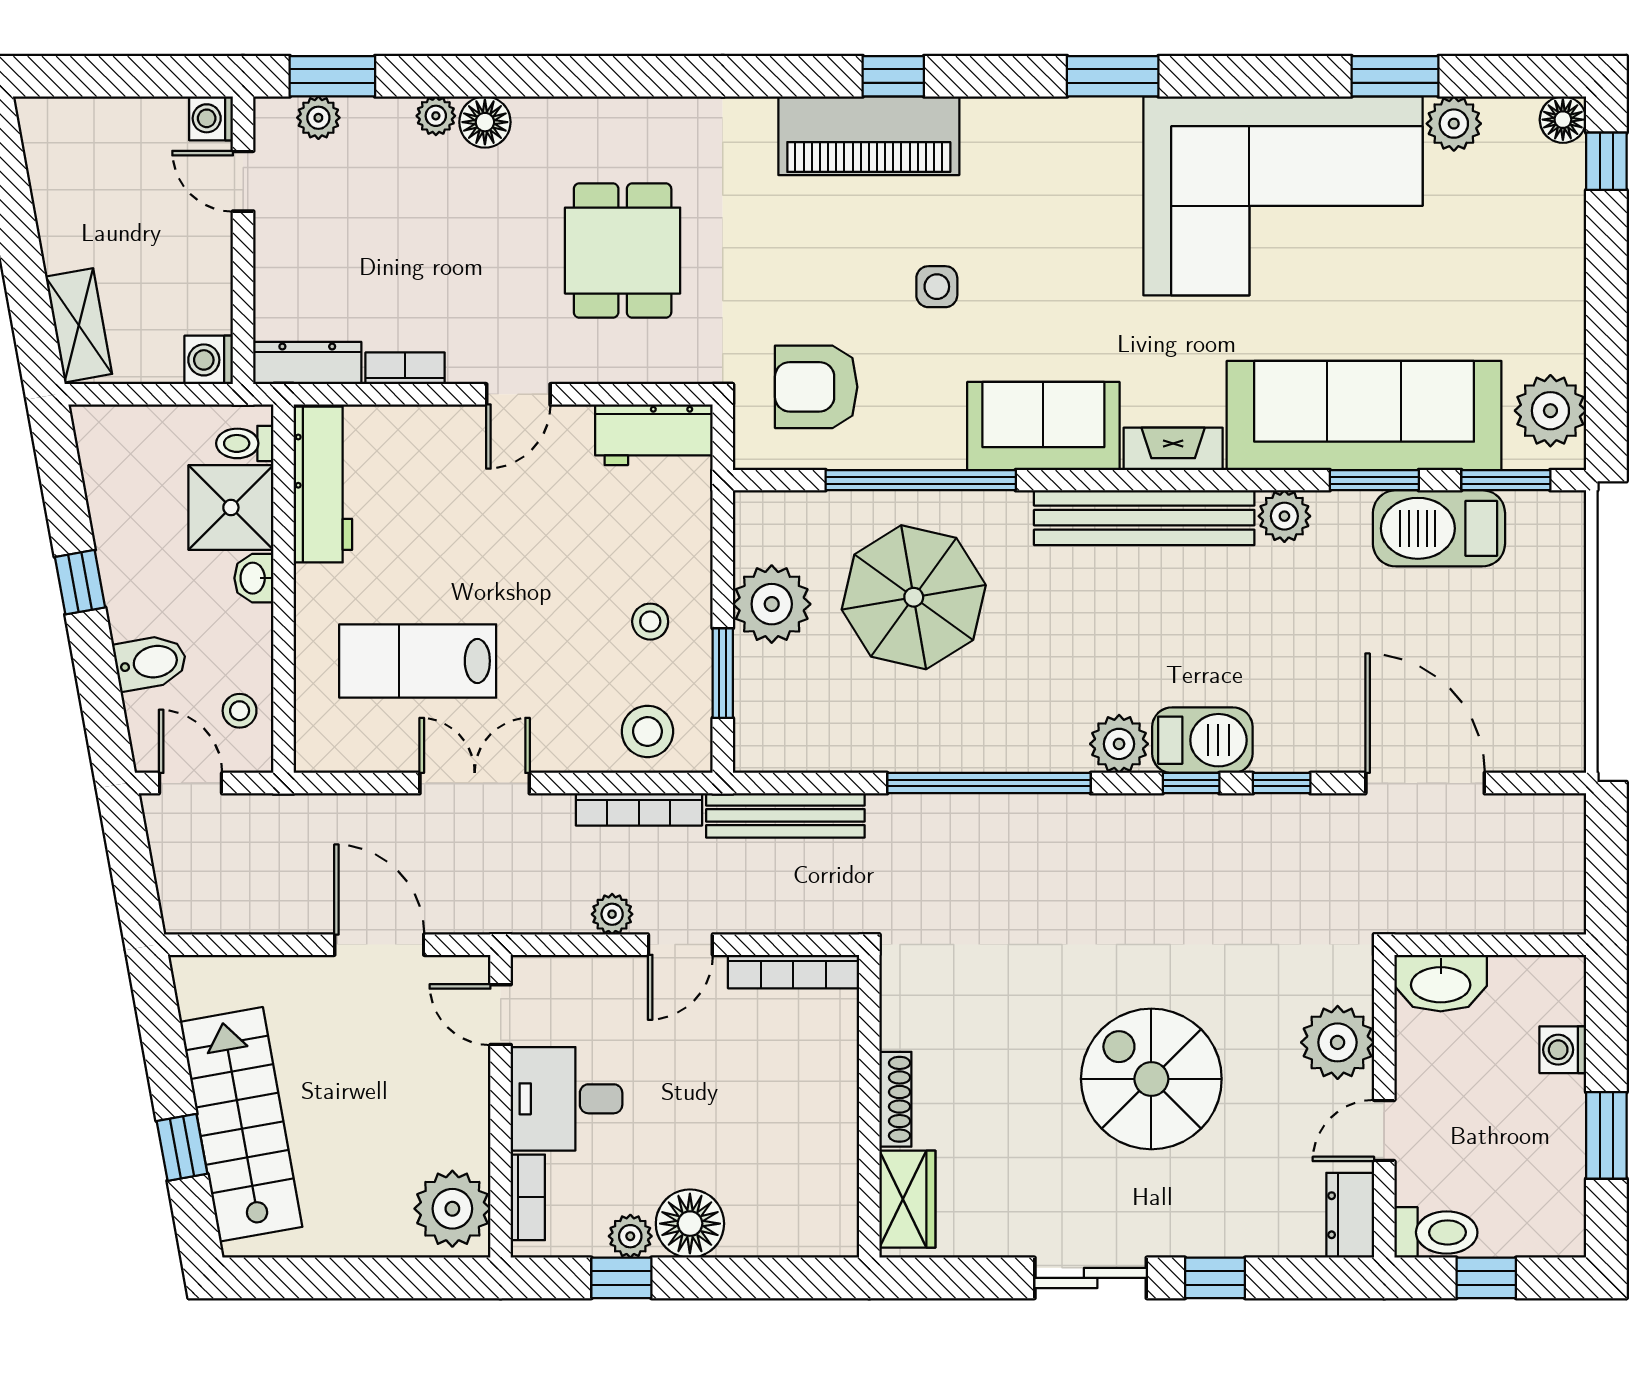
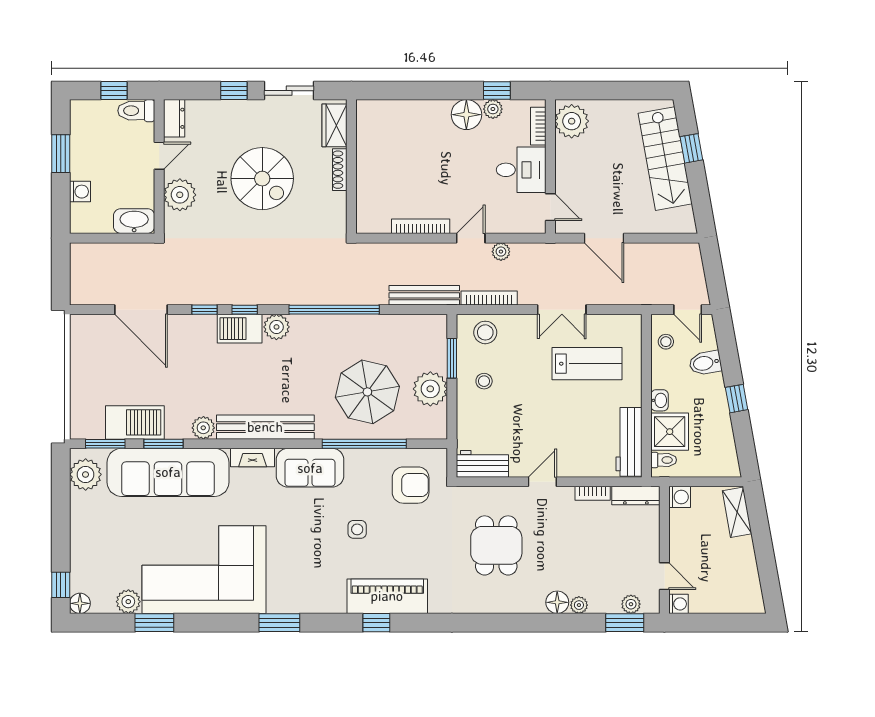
shoe rack: (895, 1099) -> (340, 170), moved
wall: (869, 1106) -> (351, 167), moved
wardrobe: (907, 1199) -> (334, 125), moved

